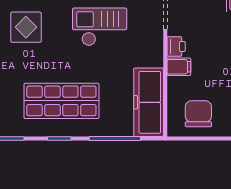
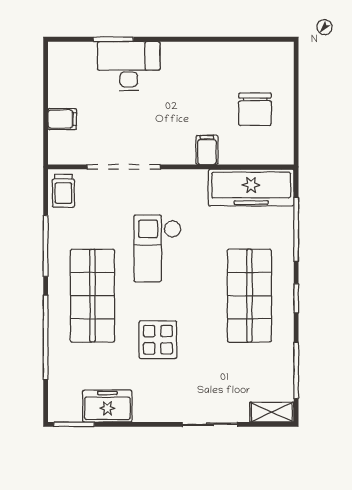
printer: (176, 46) -> (182, 153), removed
chair: (198, 114) -> (255, 109), moved, turned -90

